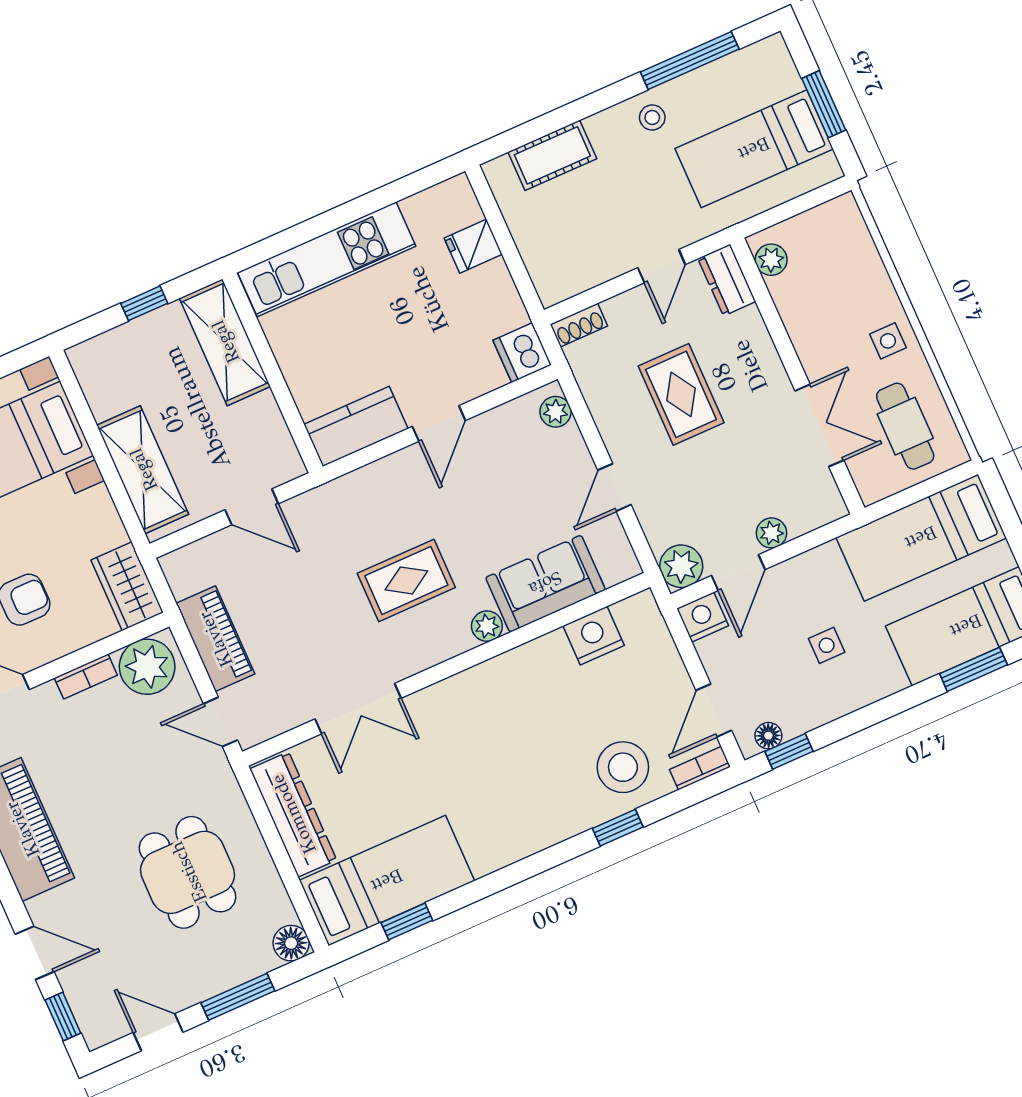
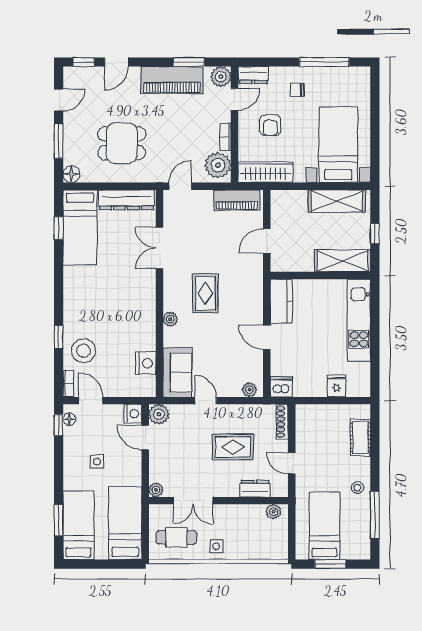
dresser: (727, 280) -> (255, 489), moved
shoe rack: (579, 325) -> (282, 422), width x1.43
shelving: (143, 470) -> (337, 201), moved
plant: (772, 533) -> (156, 490), moved
sofa: (545, 584) -> (177, 372), moved
wardrobe: (127, 586) -> (266, 172), width x1.50
piano: (215, 639) -> (237, 200), moved

